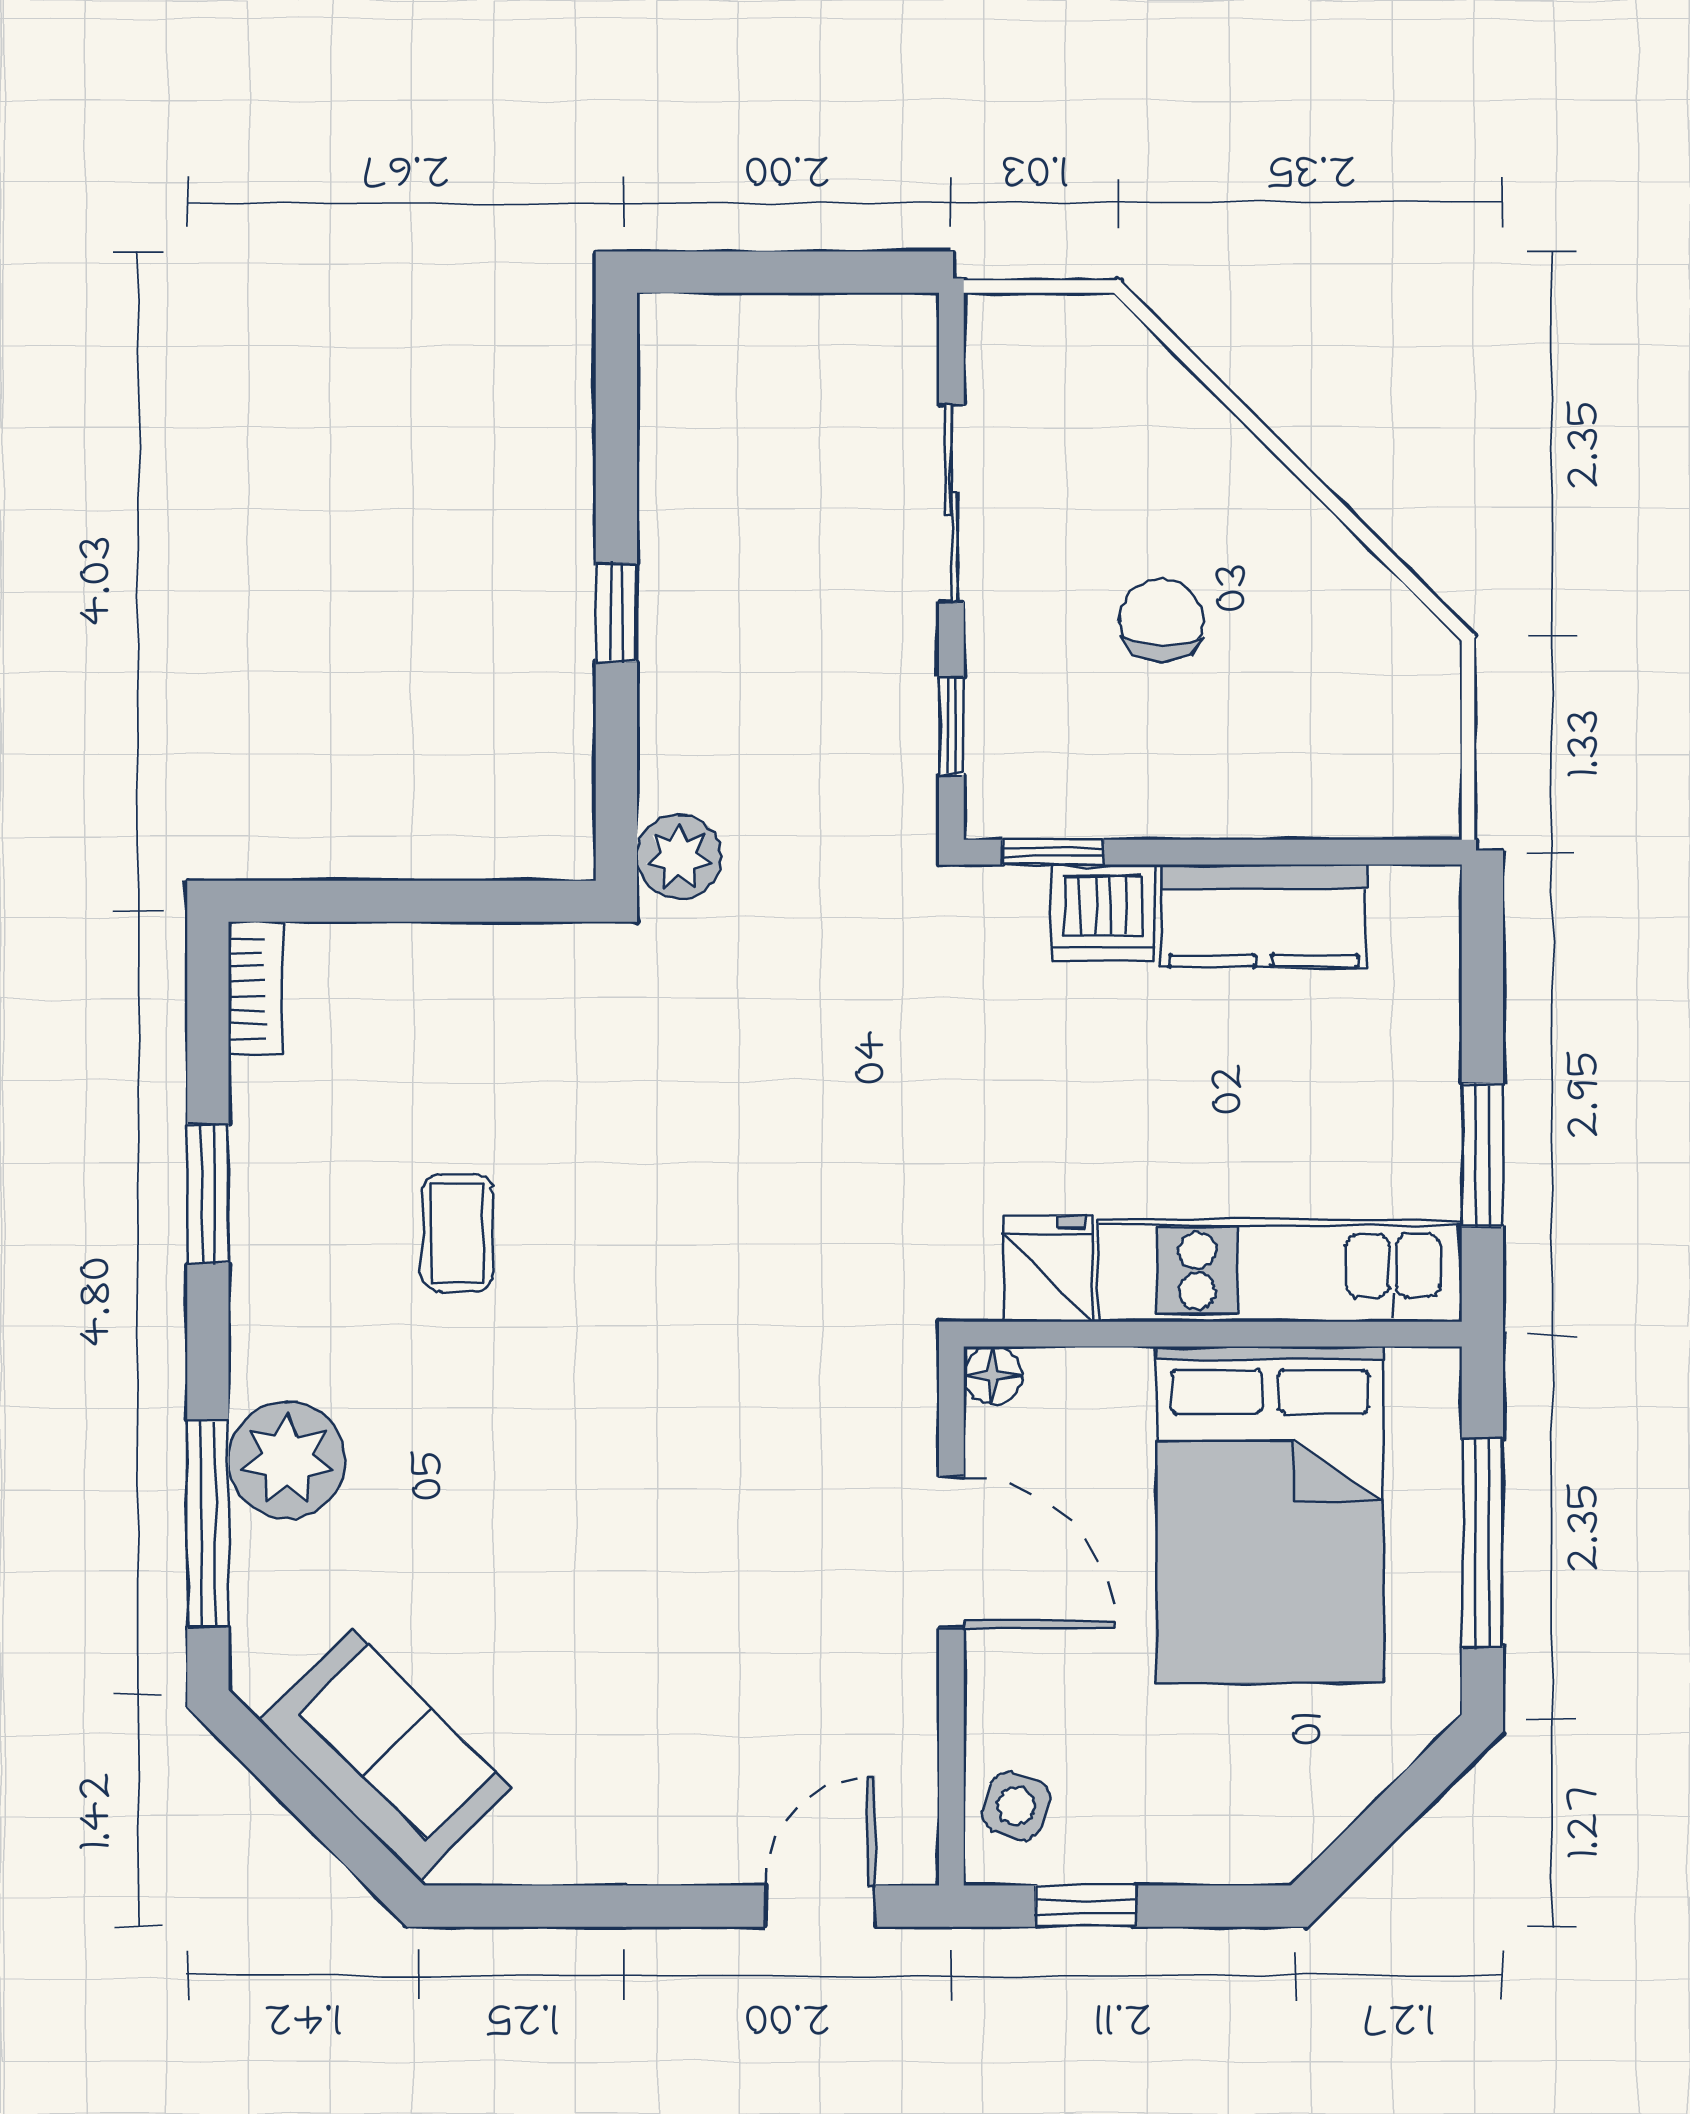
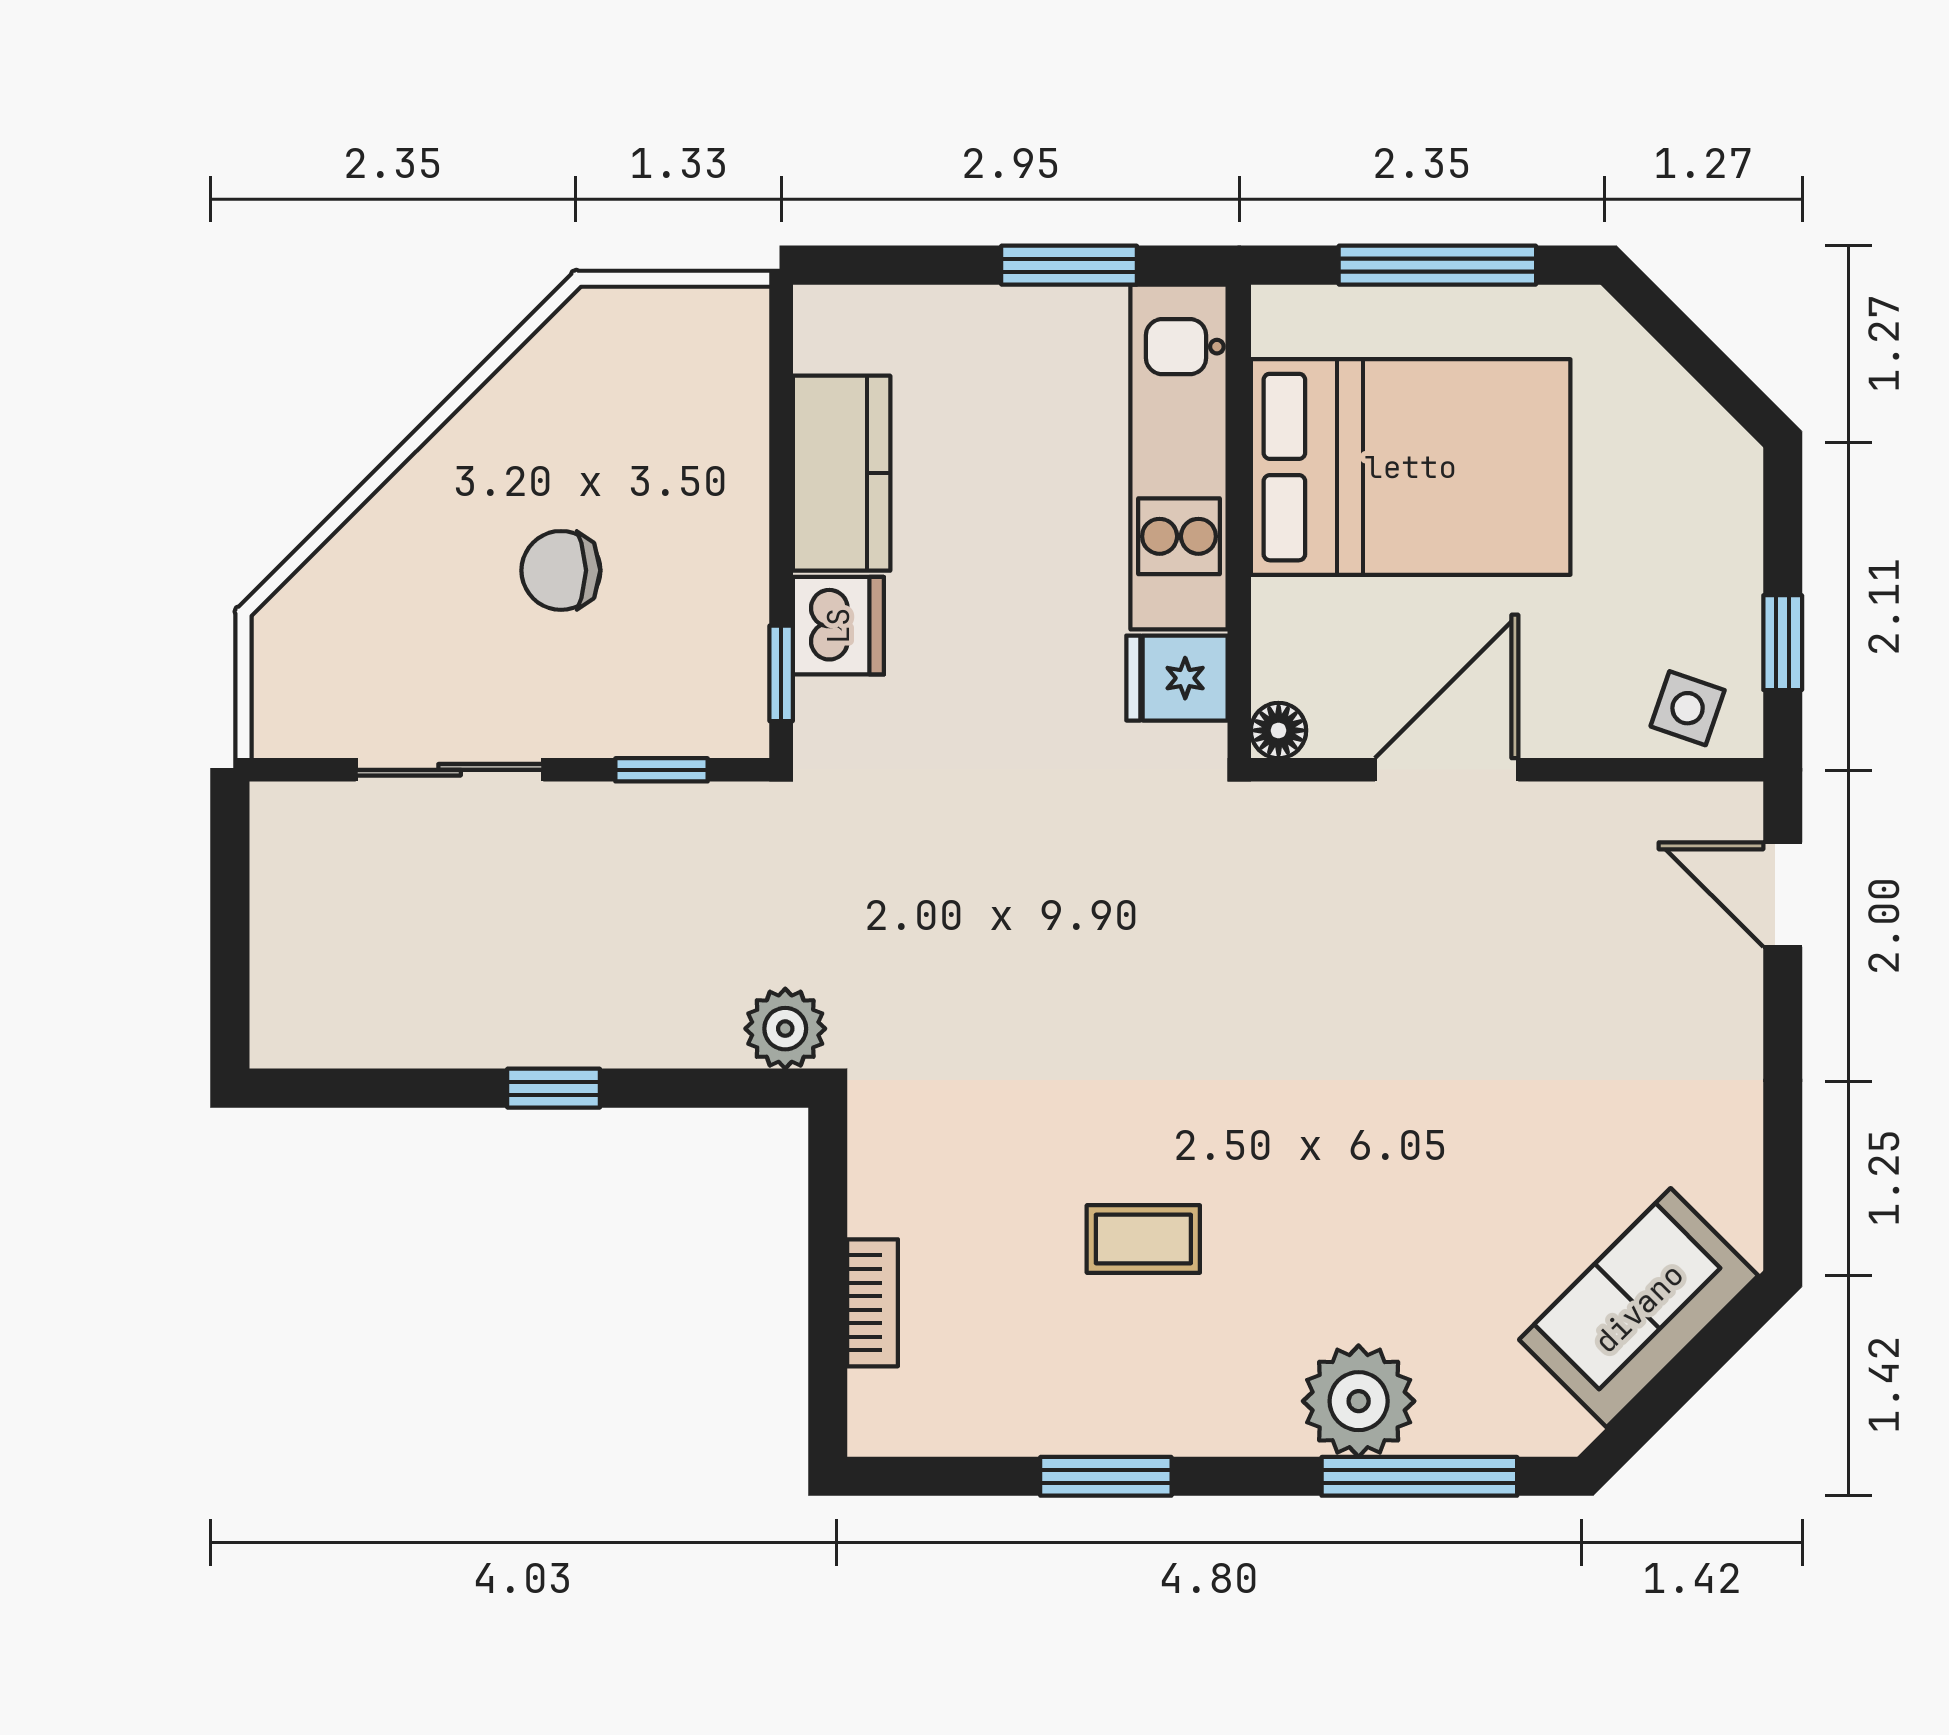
bookcase: (255, 988) -> (873, 1303), moved, turned 90

